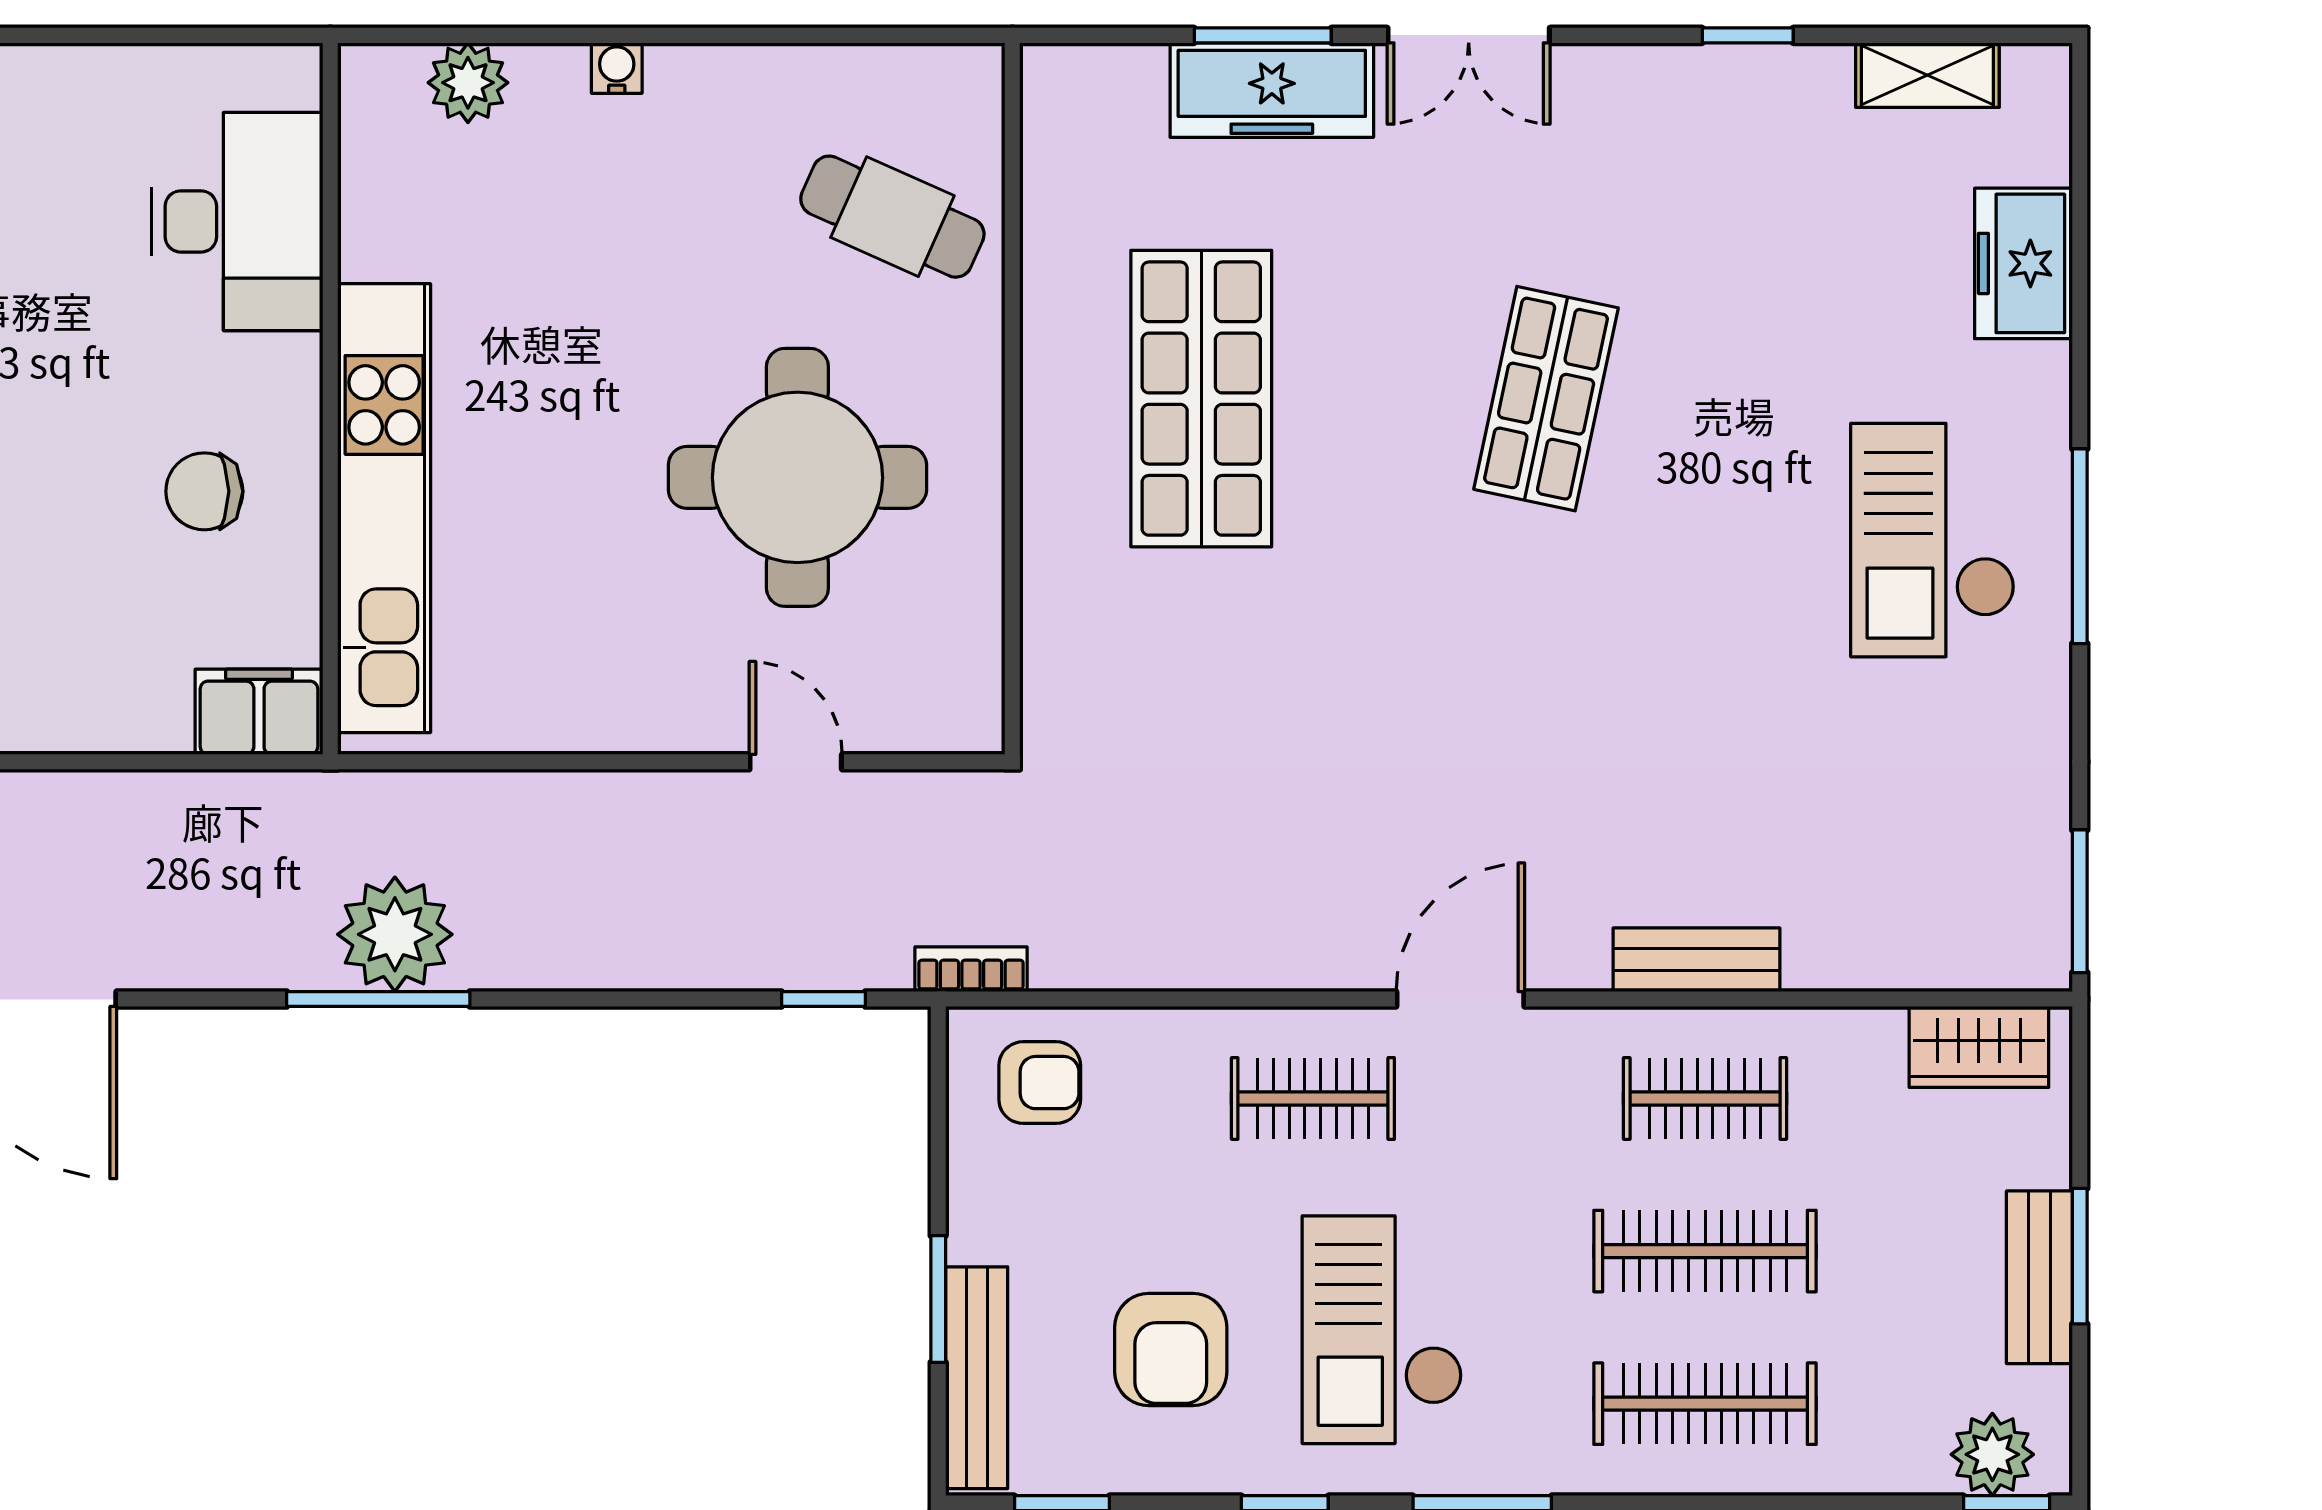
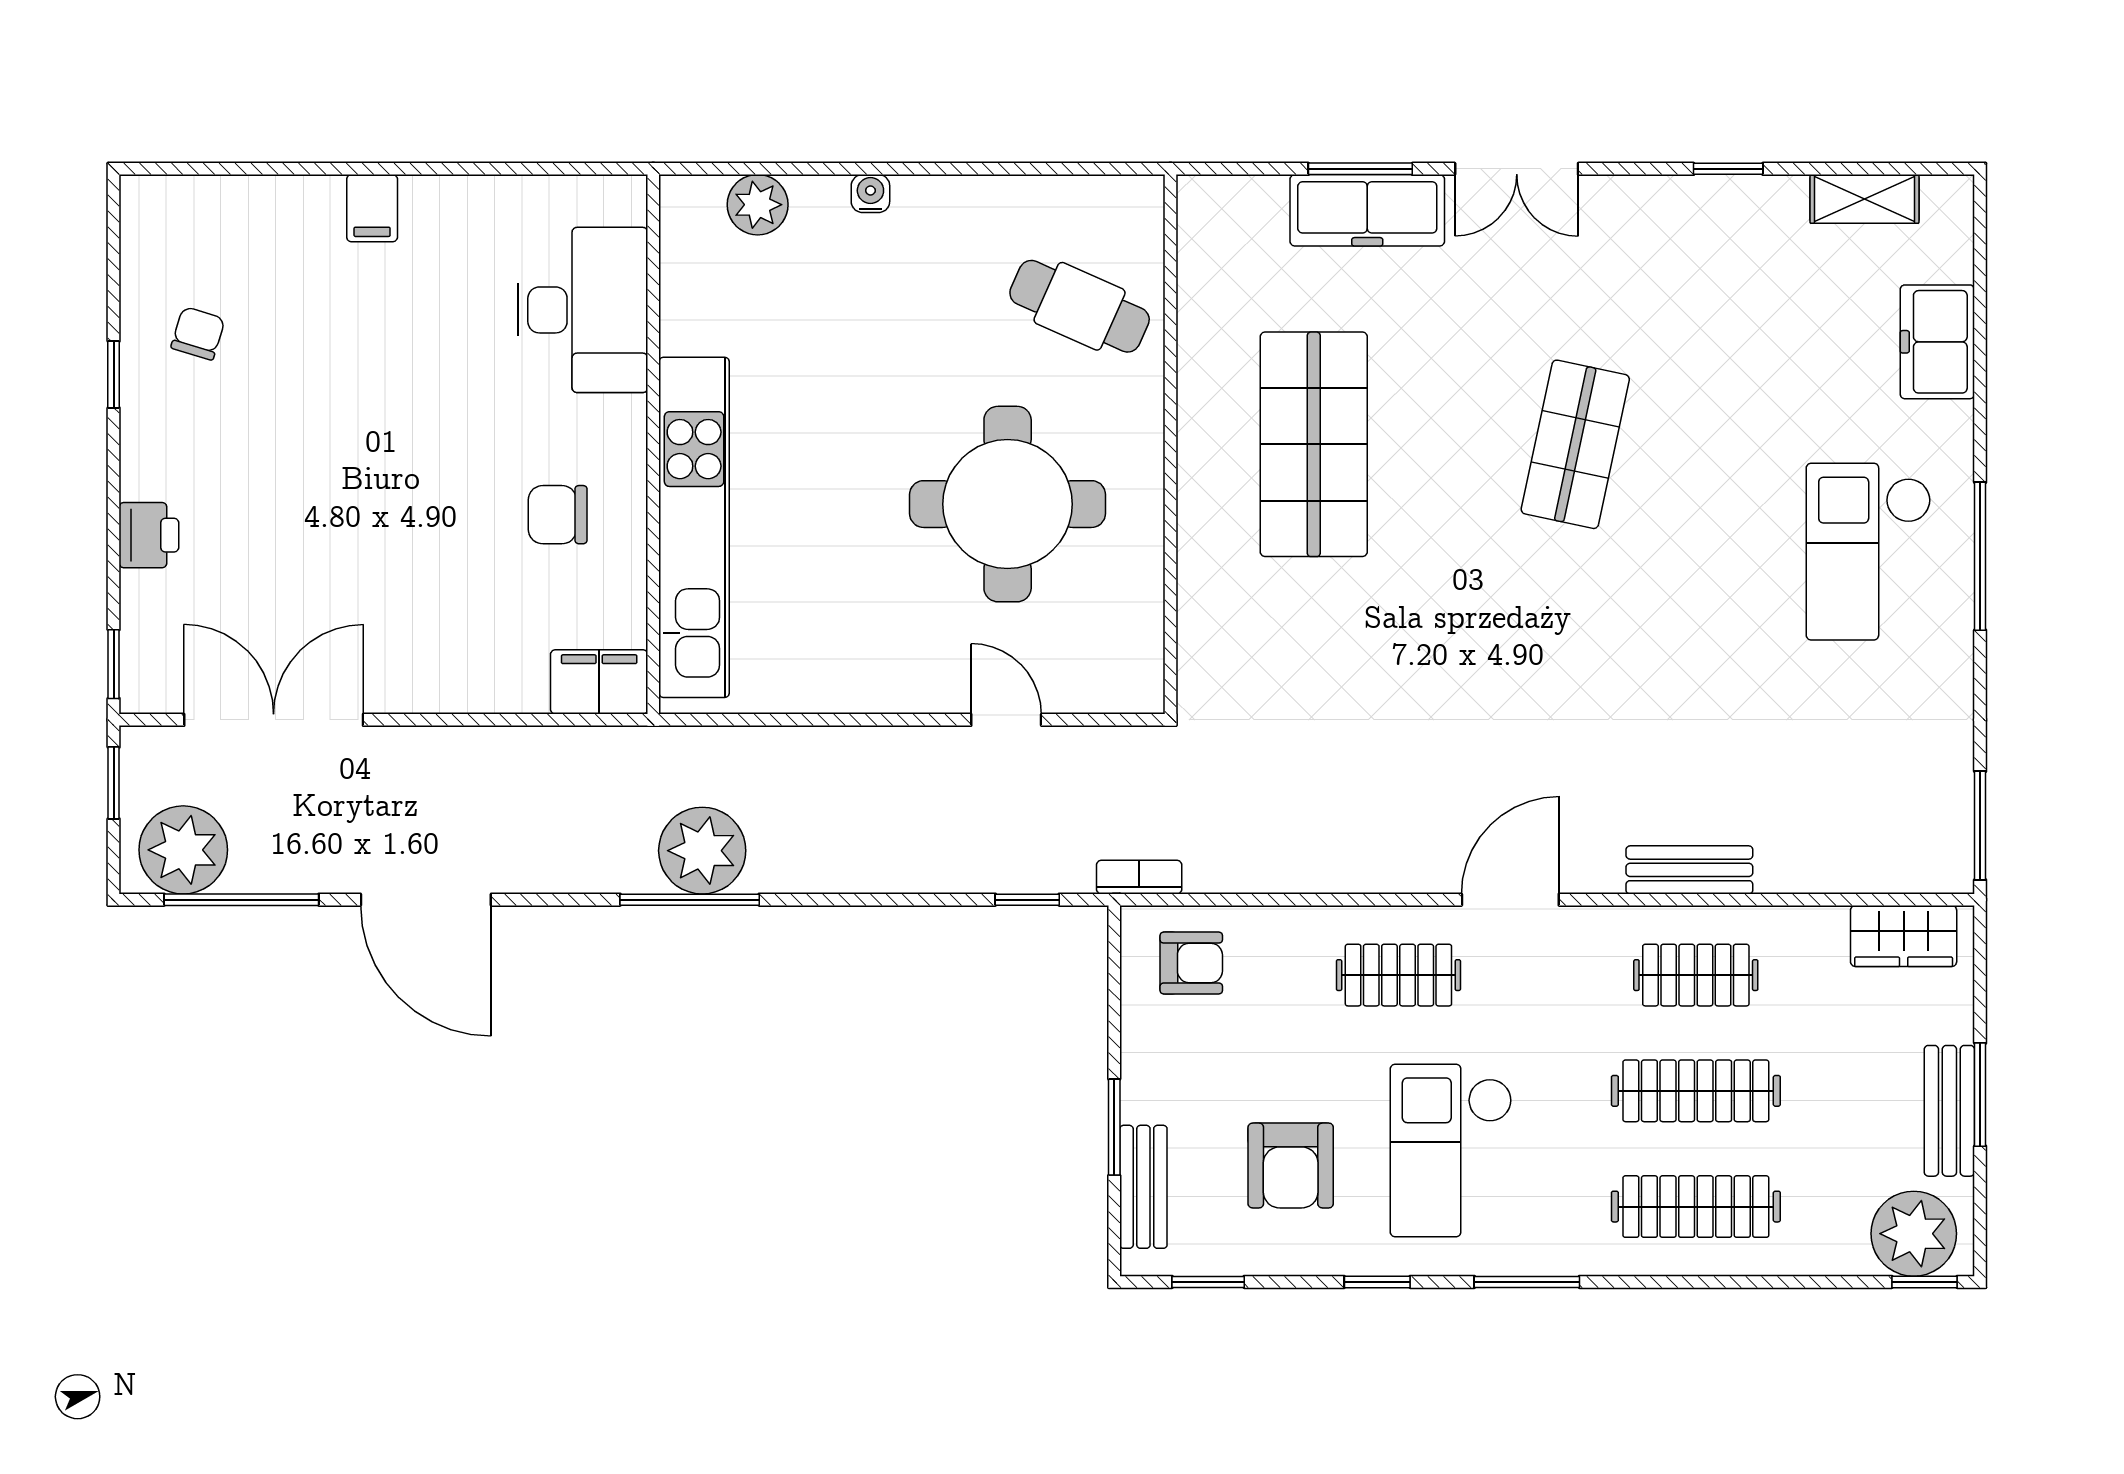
bench: (977, 1378) -> (1143, 1187), width x0.73
plant: (1992, 1454) -> (1914, 1234), width x1.36, depth x1.36

